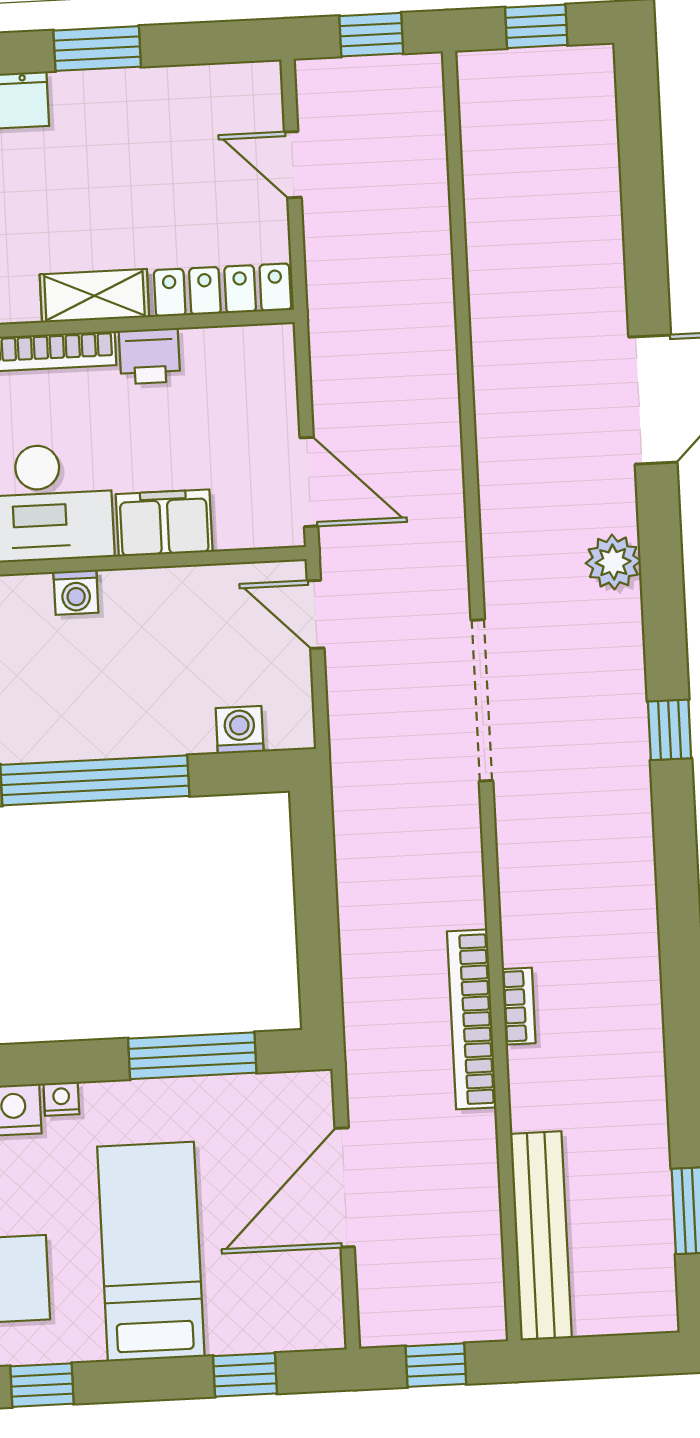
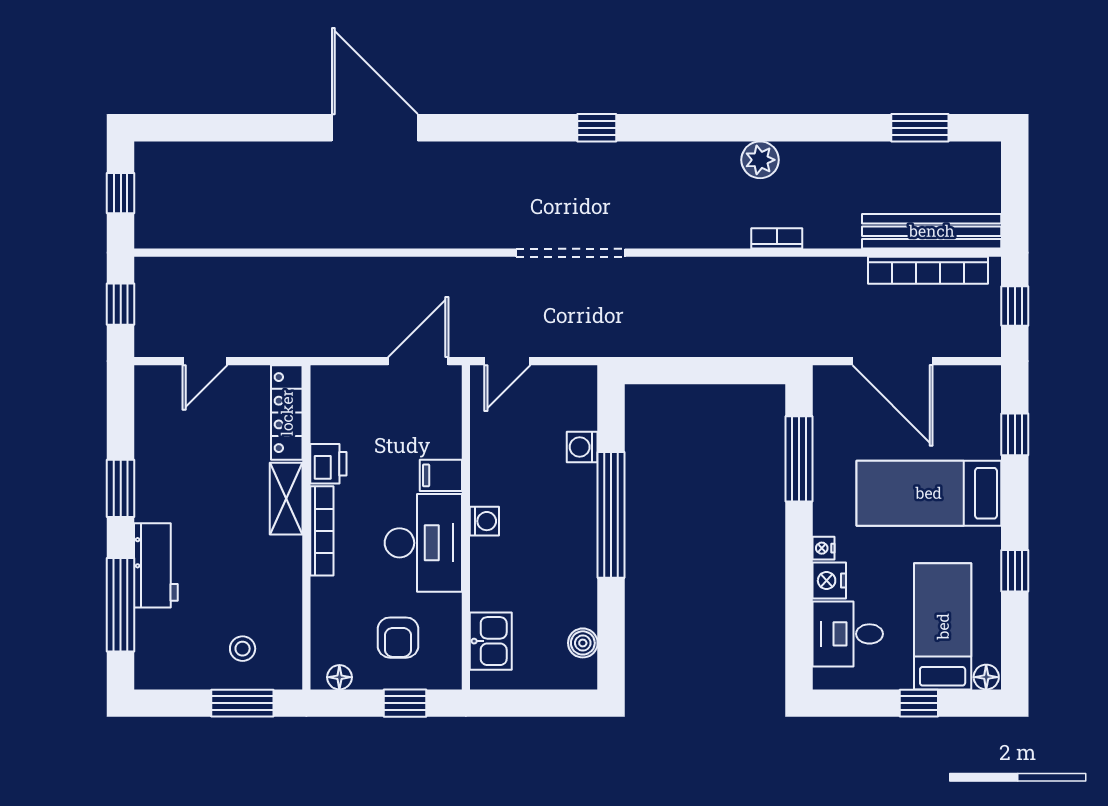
filing cabinet: (164, 523) -> (441, 475), width x0.50
plant: (613, 562) -> (760, 160), moved
washing machine: (240, 730) -> (582, 447), moved
bookcase: (472, 1019) -> (928, 270), moved

